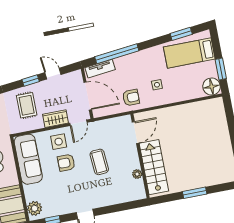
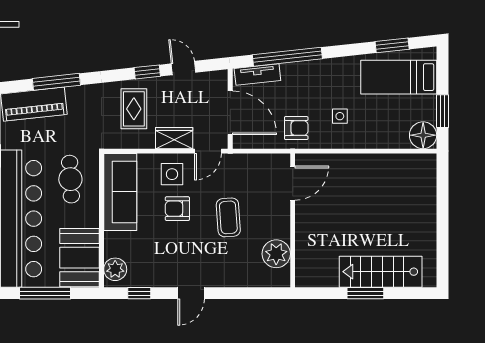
stairs: (154, 167) -> (381, 272), moved, turned -90
plant: (137, 174) -> (276, 254), width x1.88, depth x1.88

